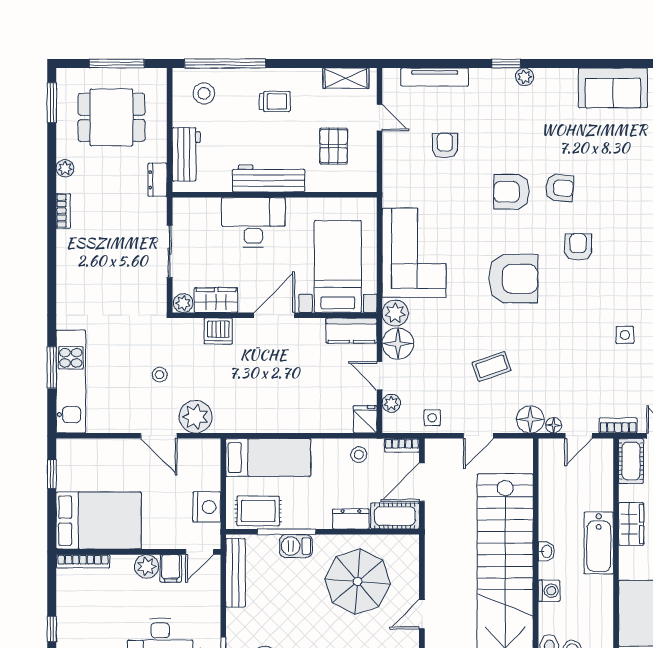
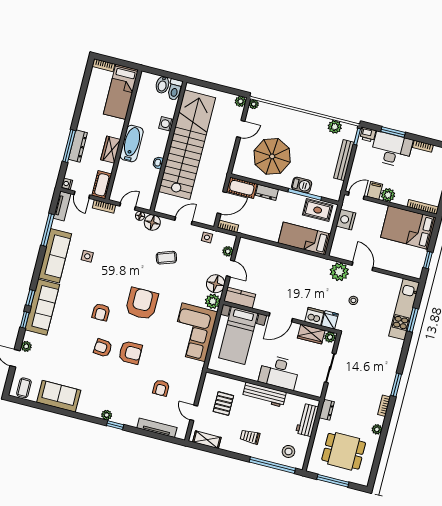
window: (52, 103) -> (396, 385), moved
armchair: (513, 279) -> (142, 304), turned 90
fridge: (365, 419) -> (330, 320), moved, turned 180
stool: (359, 455) -> (253, 227), removed
washbasin: (546, 551) -> (158, 163), moved
bench: (236, 573) -> (344, 160), moved

